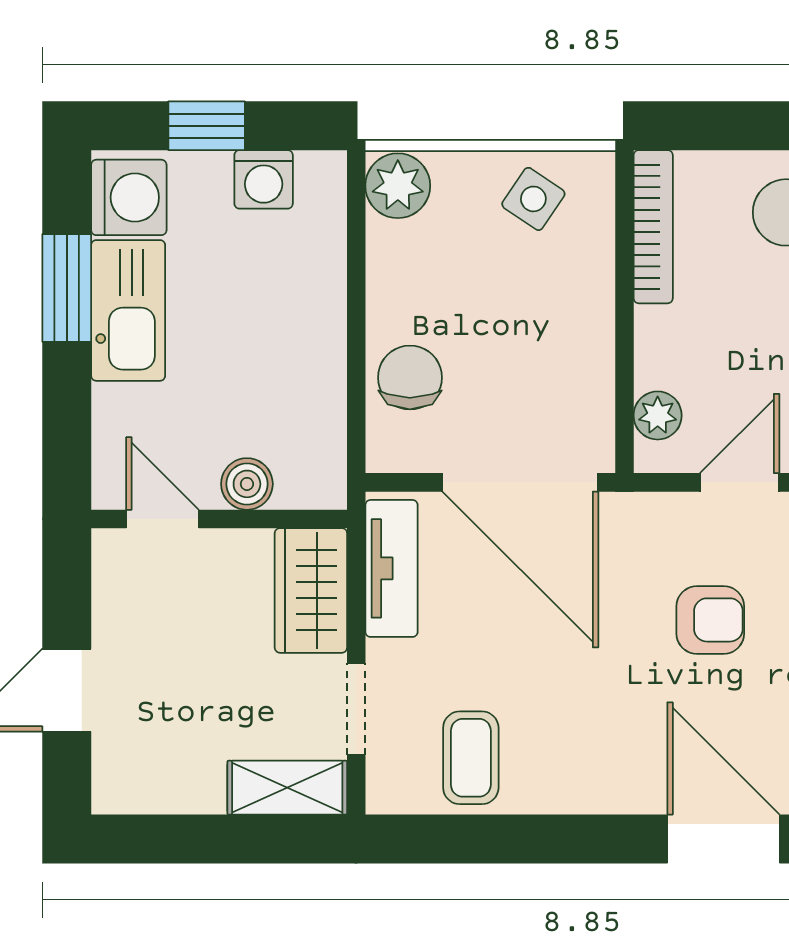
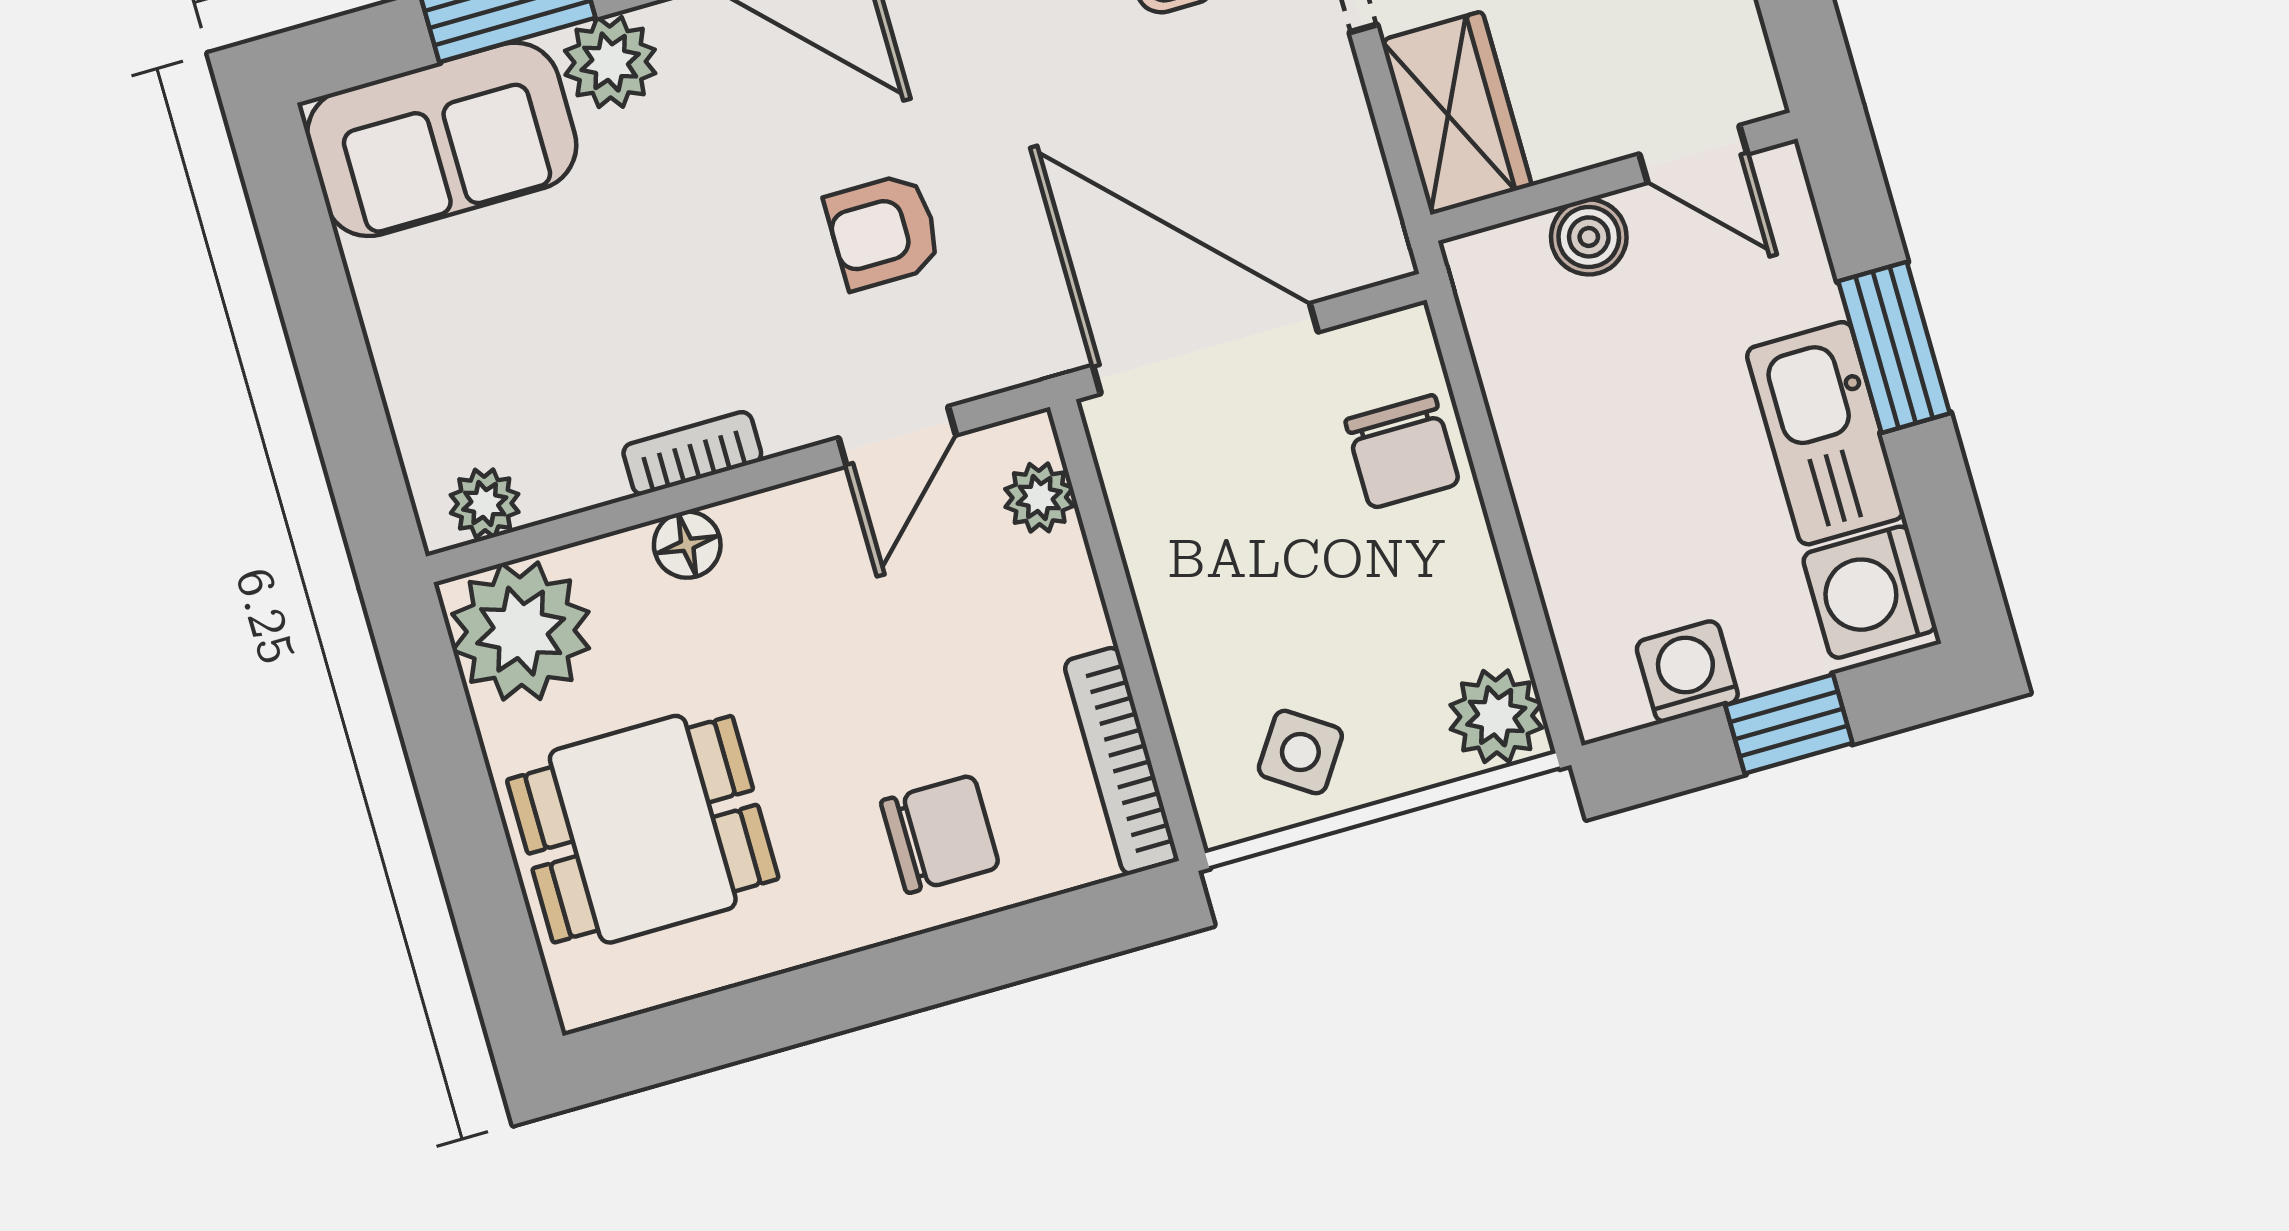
window: (67, 288) -> (1894, 347), moved
tv unit: (391, 568) -> (1352, 176), removed

